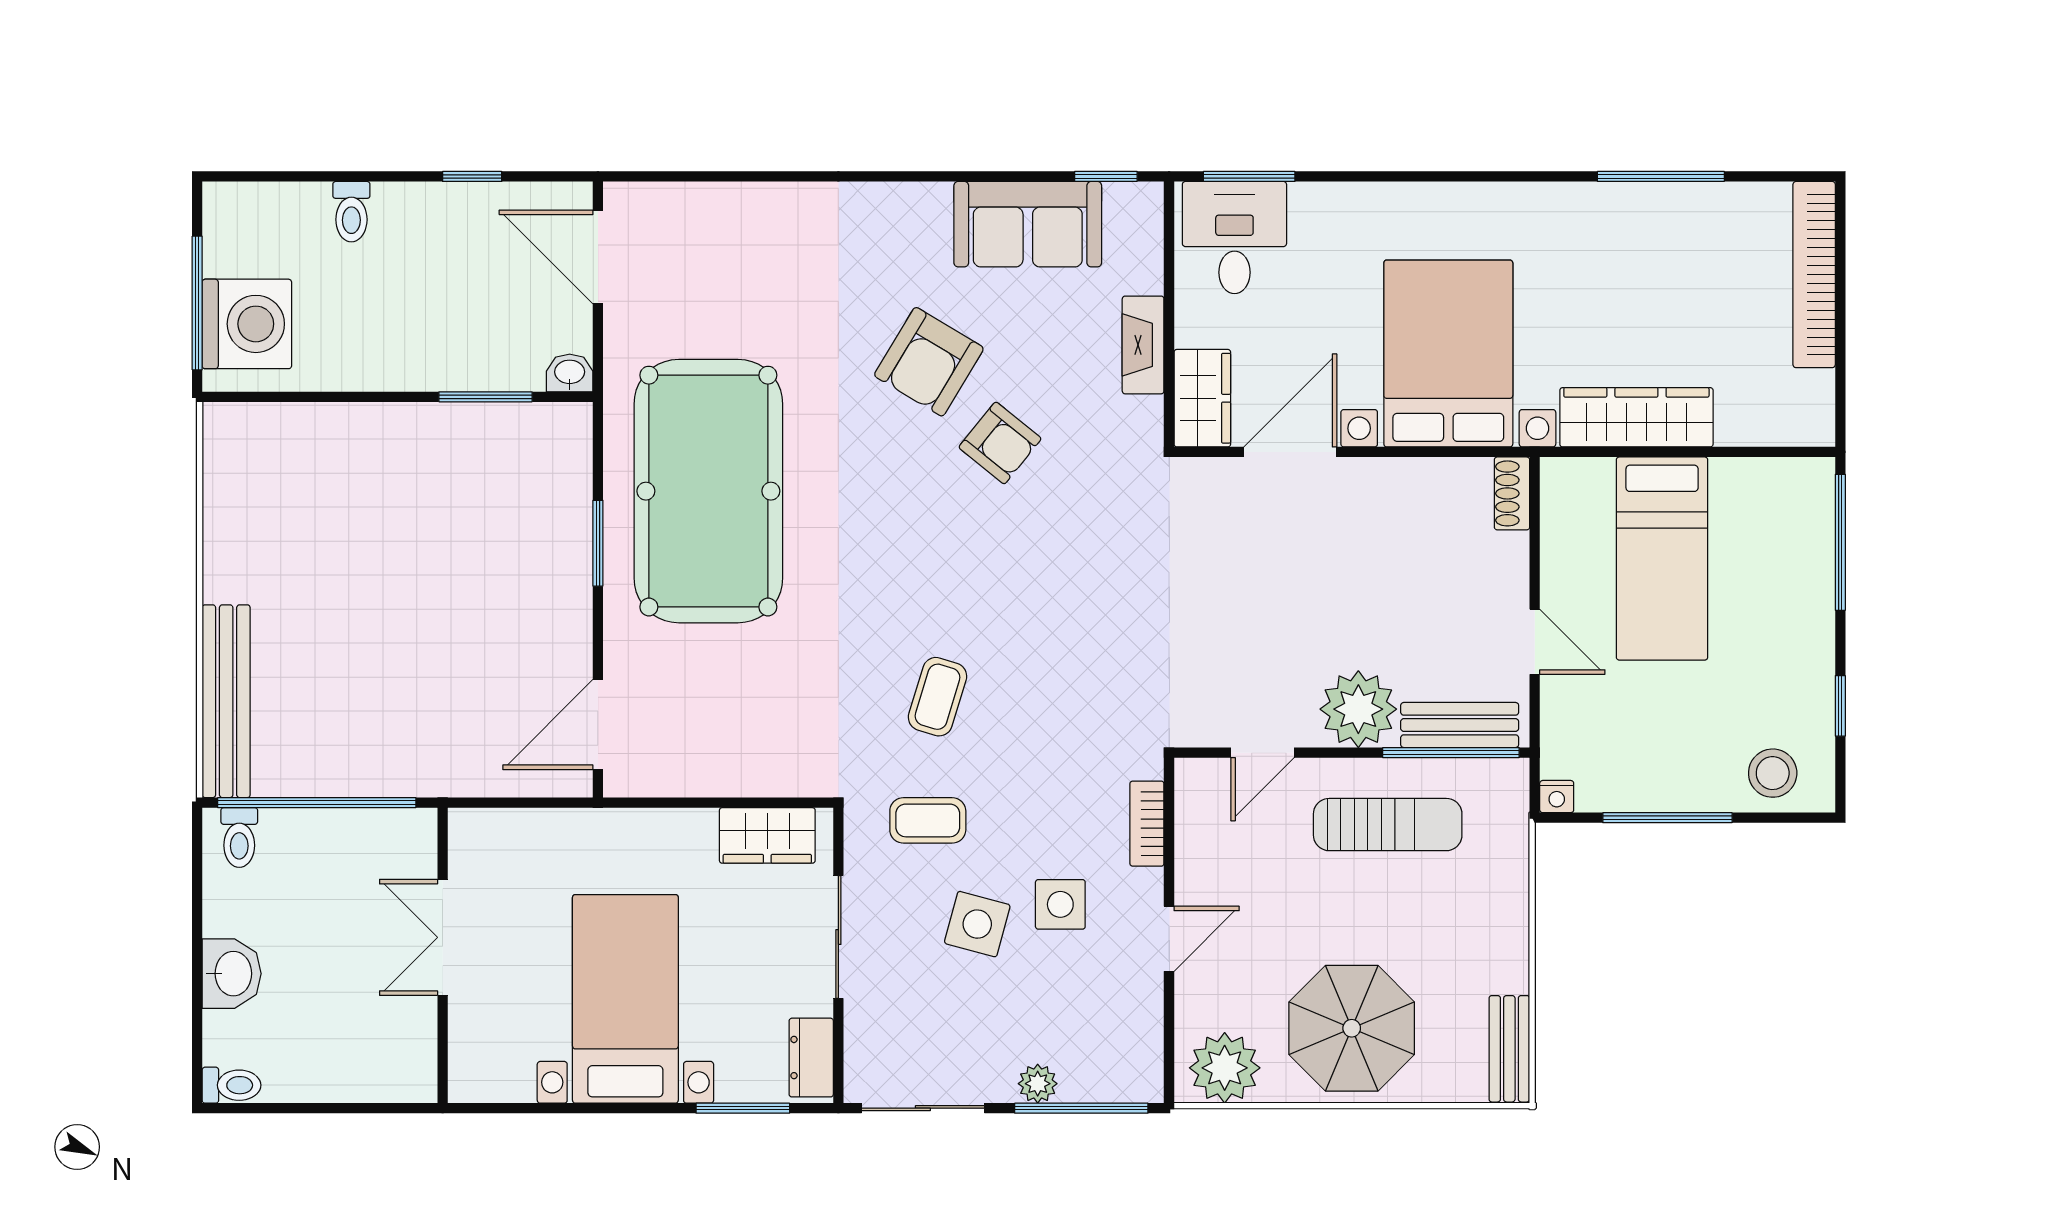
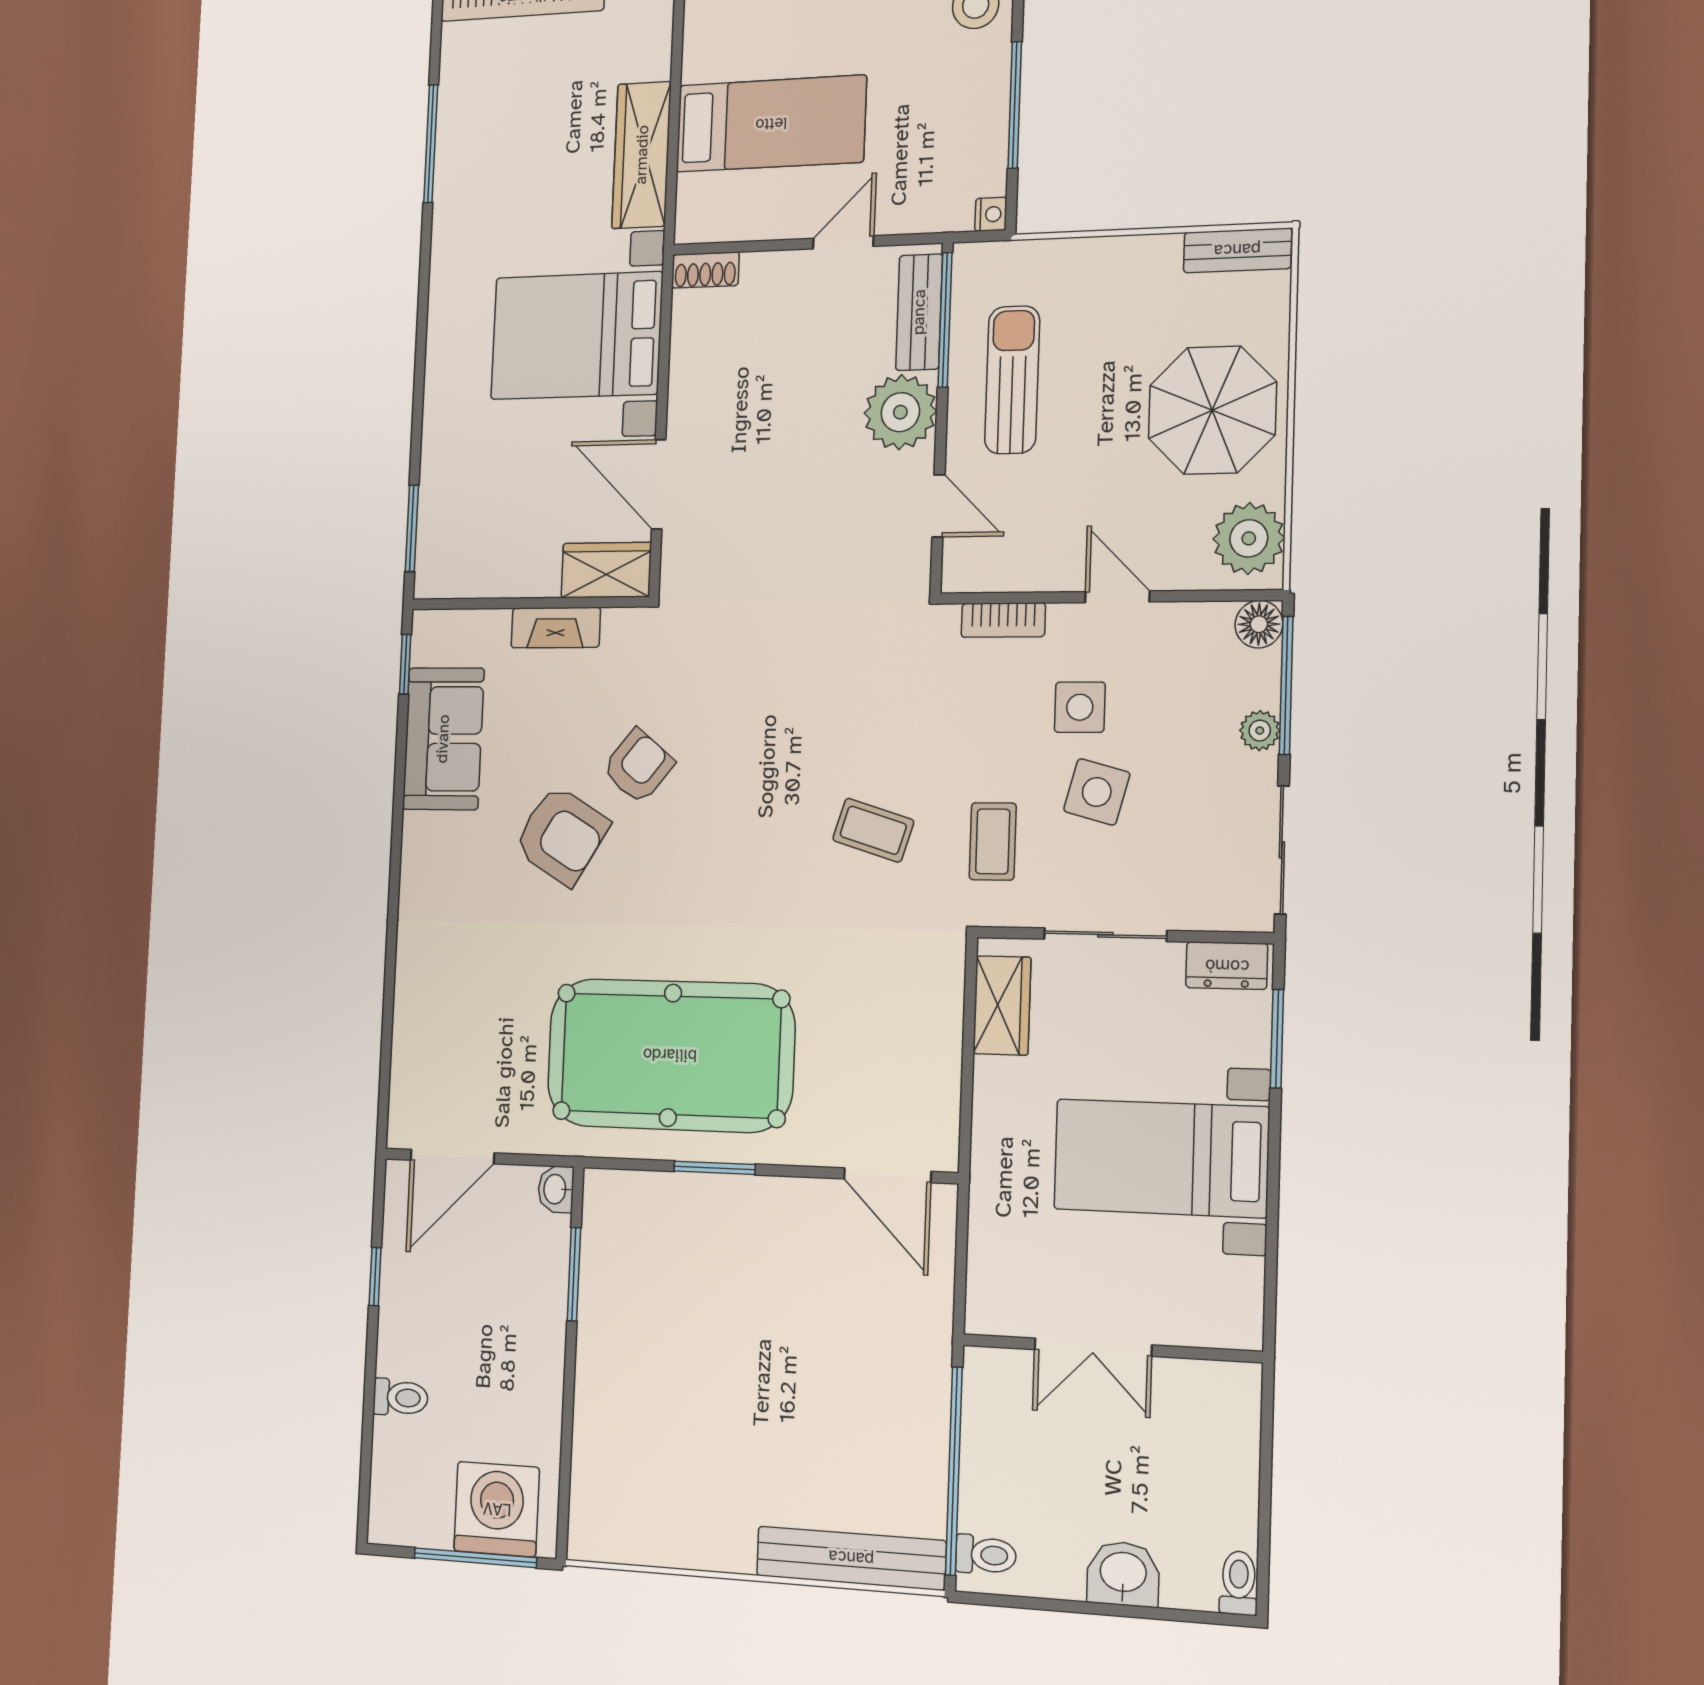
desk: (1234, 238) -> (465, 541), removed
floor lamp: (1141, 1080) -> (1259, 624), added

